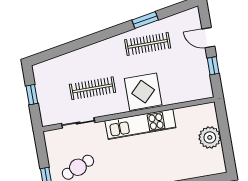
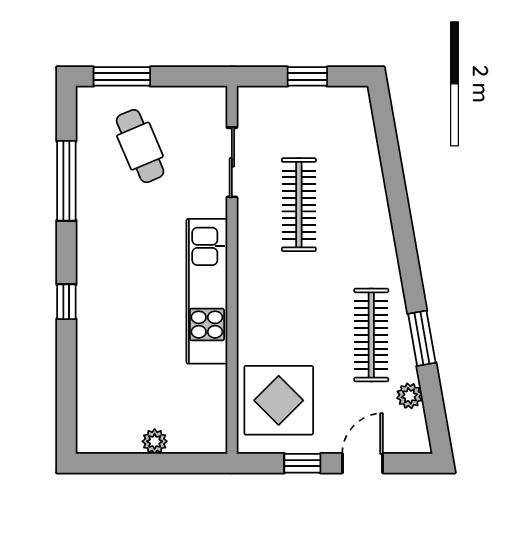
plant: (173, 21) -> (409, 396), added
display table: (143, 92) -> (279, 400), moved
plant: (210, 137) -> (155, 441), width x0.53, depth x0.53

